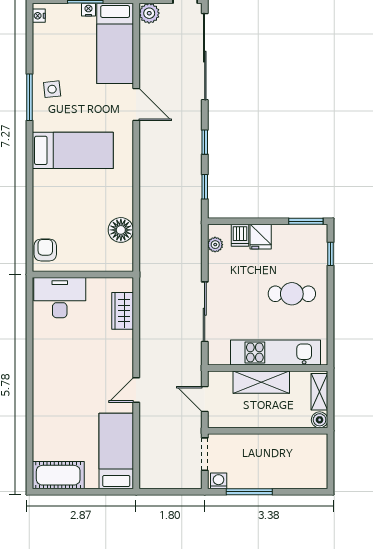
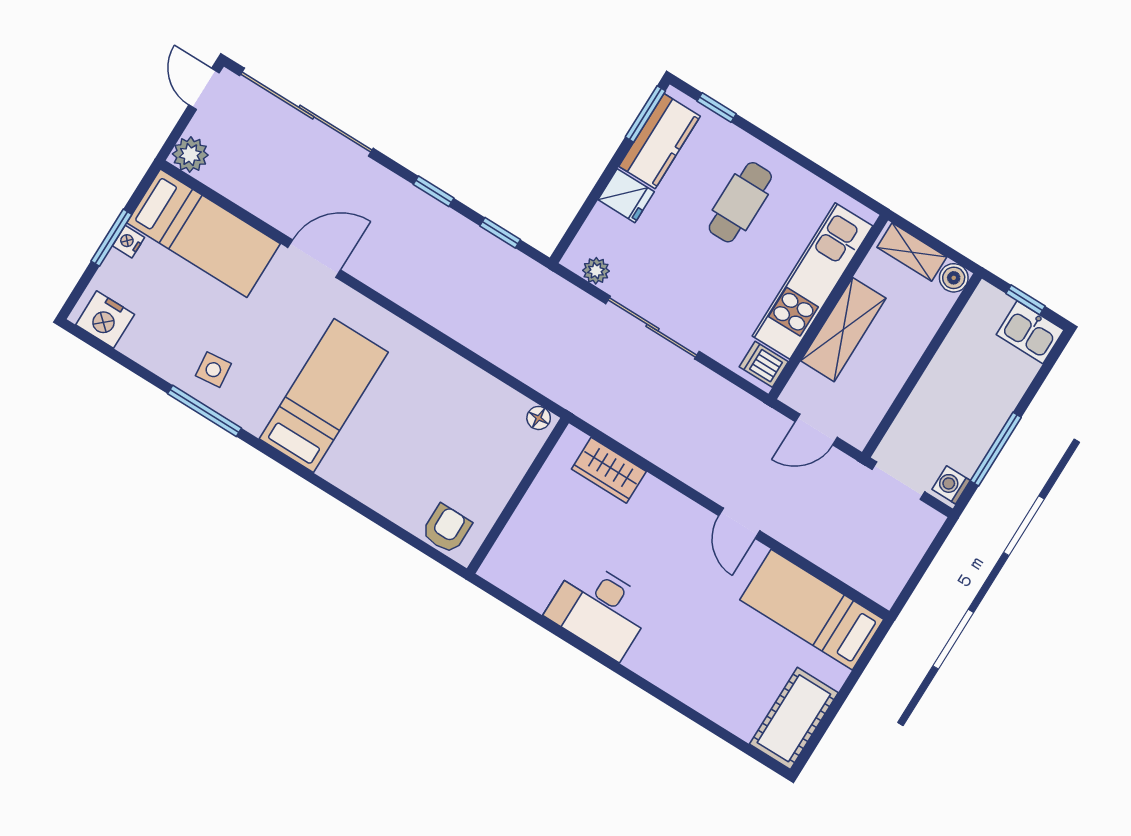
nightstand: (39, 16) -> (105, 320), width x1.89, depth x1.79
floor lamp: (121, 230) -> (539, 418), moved, width x0.53, depth x0.53
dishwasher: (240, 235) -> (764, 364), moved, turned 180
kitchen counter: (297, 236) -> (660, 141), added
armchair: (45, 250) -> (447, 529), turned 90
desk: (60, 298) -> (600, 609), moved, turned -90
sliding door: (205, 312) -> (652, 328), moved
window: (331, 461) -> (1026, 300), added
kitchen sink: (316, 473) -> (1030, 332), added

